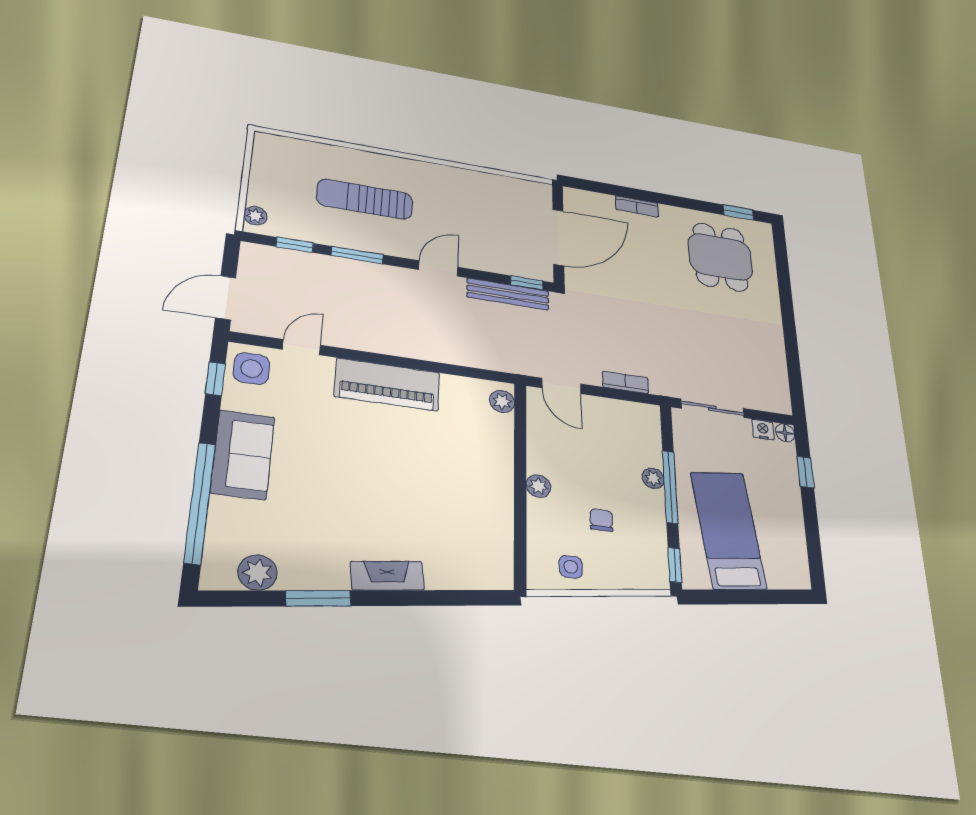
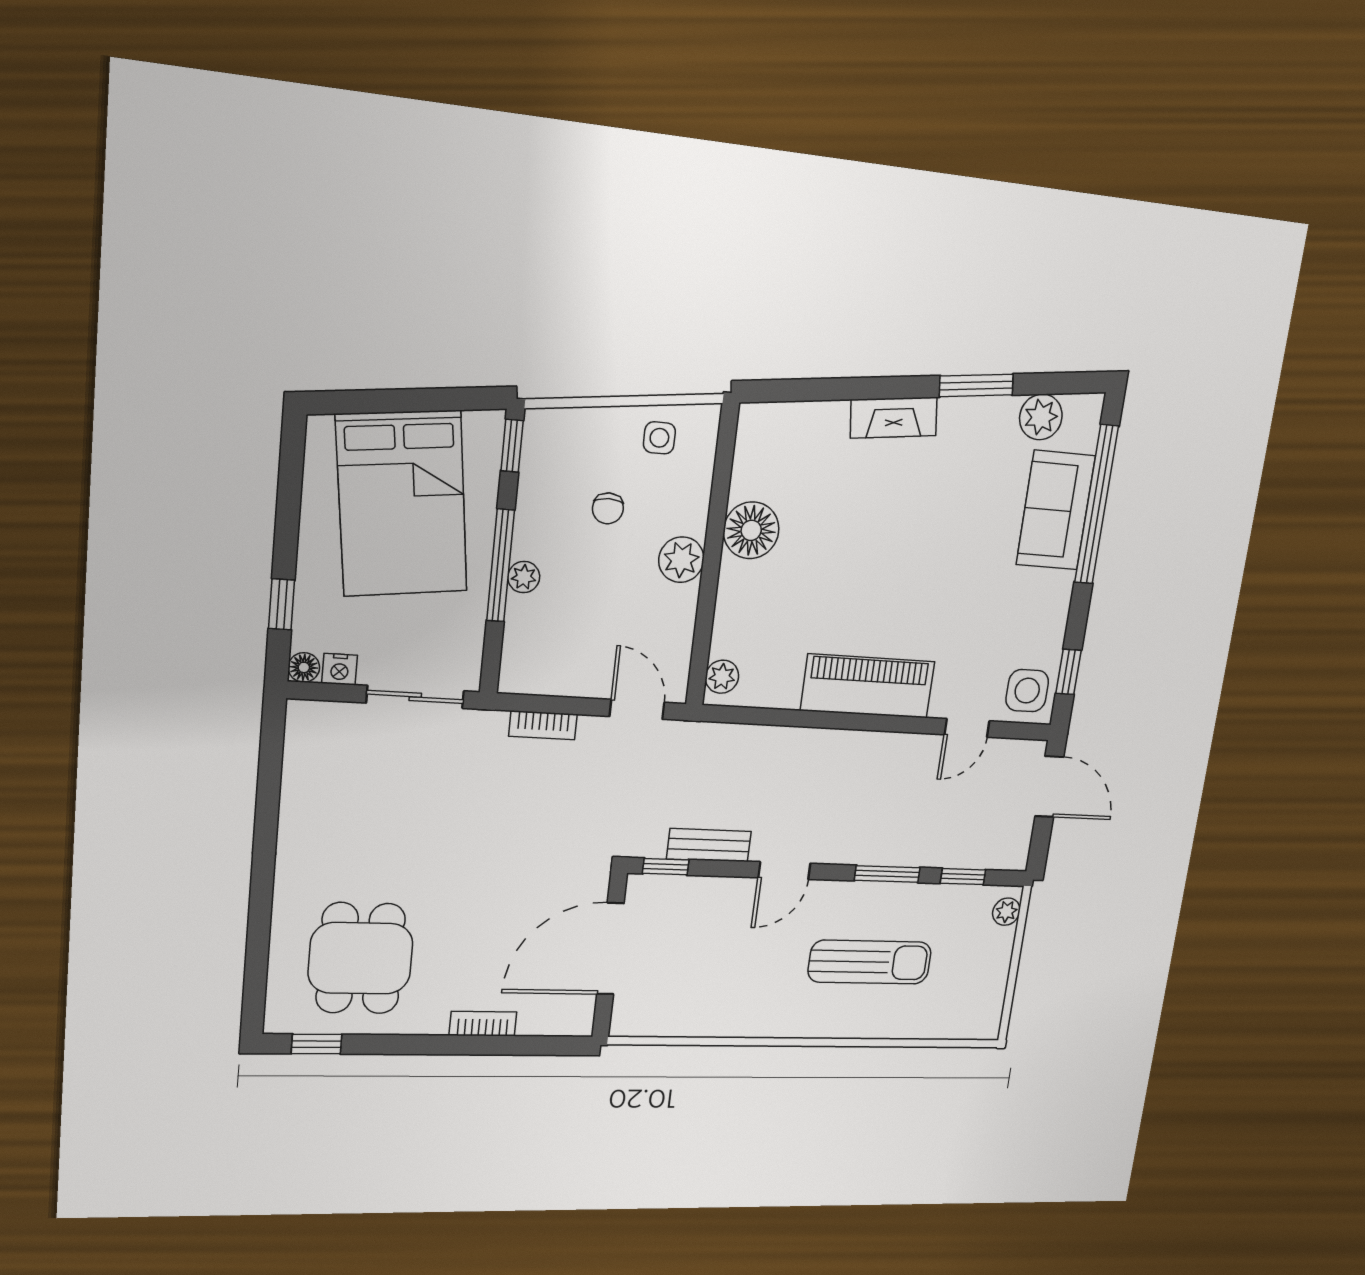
bench: (508, 294) -> (709, 845), width x0.73
door: (226, 298) -> (1049, 787), hinge flipped
sofa: (243, 455) -> (1056, 510), moved
plant: (538, 486) -> (681, 560), width x1.38, depth x1.38
floor lamp: (493, 499) -> (751, 530), added
bed: (728, 530) -> (402, 504), width x1.50

